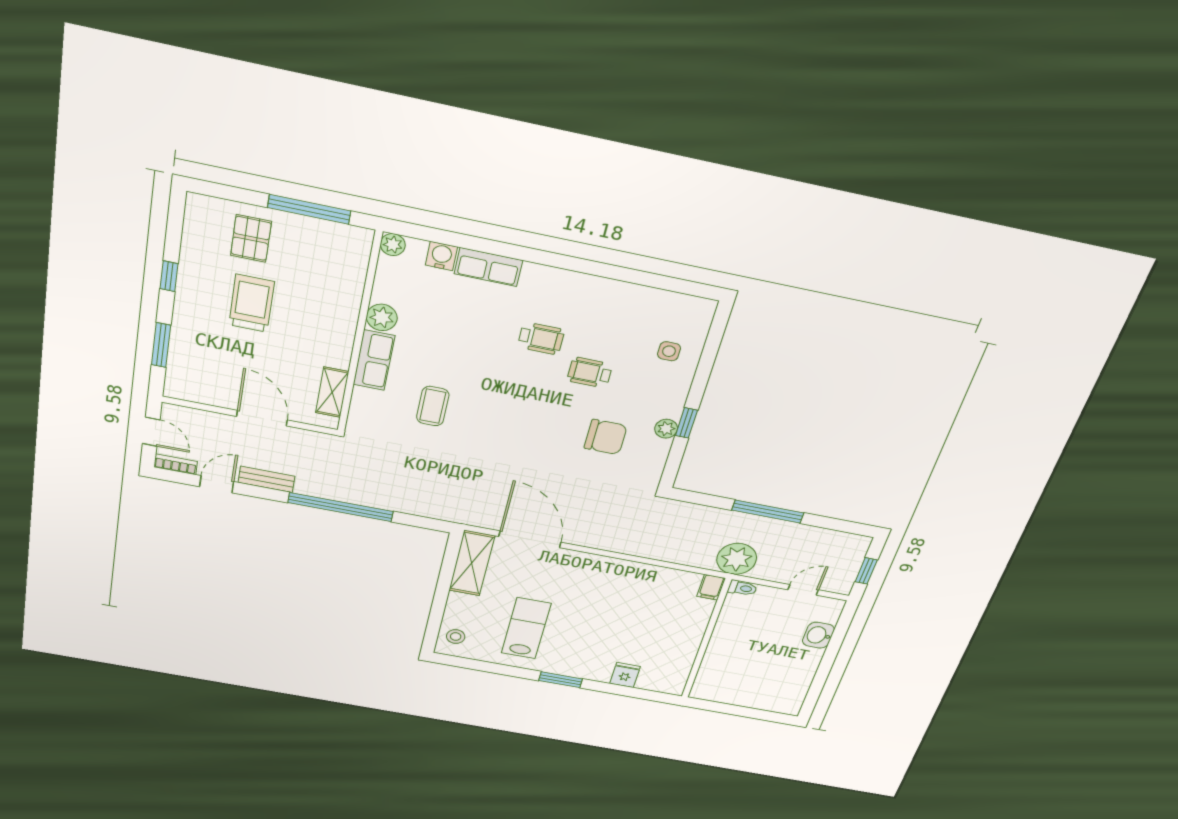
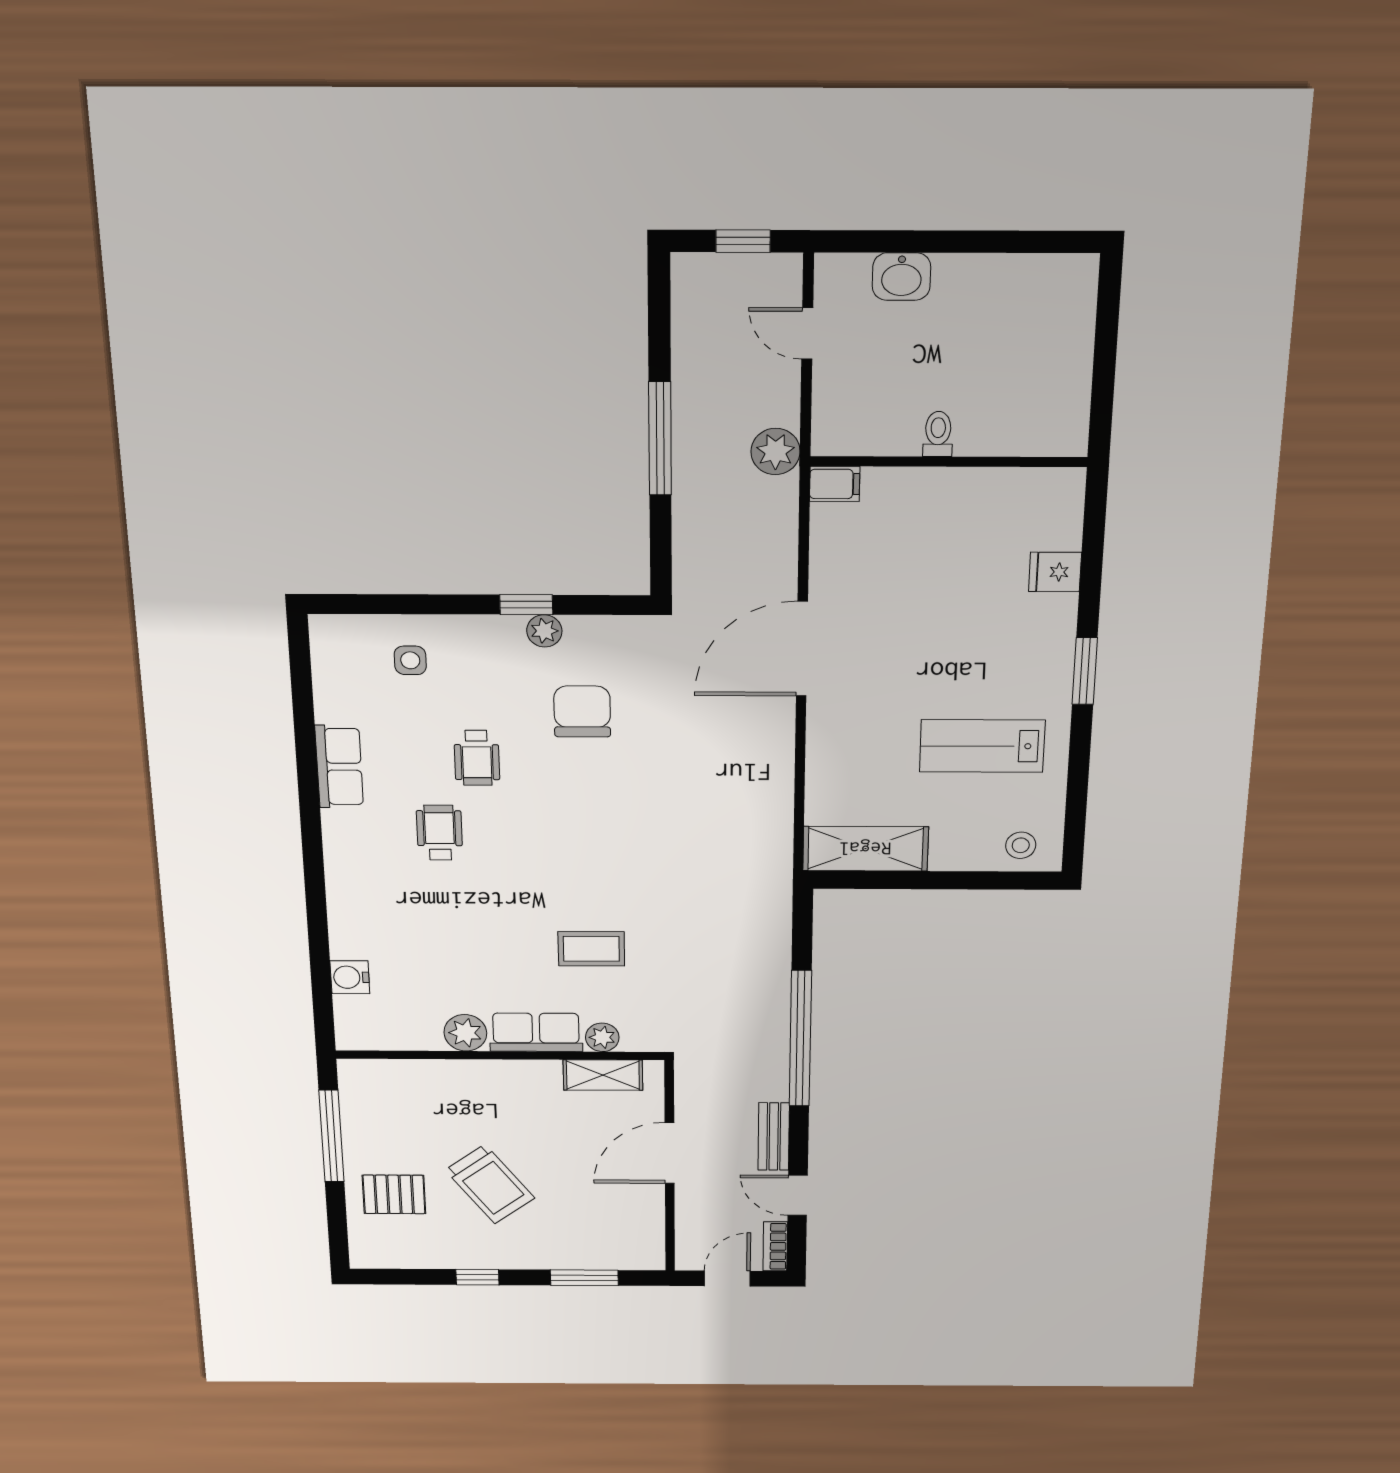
plant: (393, 245) -> (602, 1037), moved
row of seats: (488, 267) -> (339, 767), moved
trolley: (252, 303) -> (490, 1184), turned -127
door: (530, 539) -> (802, 649), moved
plant: (737, 559) -> (776, 452), width x0.73, depth x0.73
toilet: (742, 588) -> (938, 434), moved

